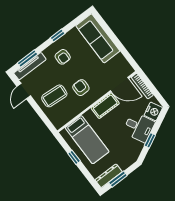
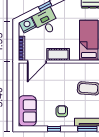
sofa: (98, 38) -> (27, 111), width x0.73
door: (119, 85) -> (37, 62), swing flipped
armchair: (81, 88) -> (65, 80), removed

